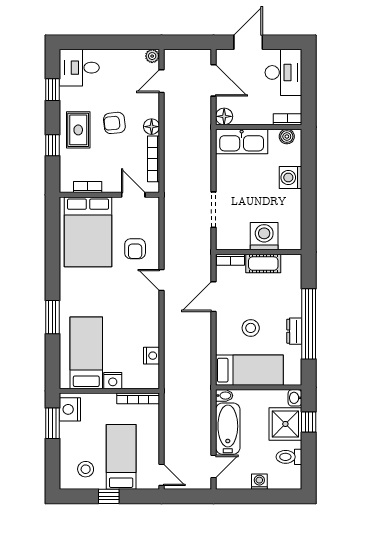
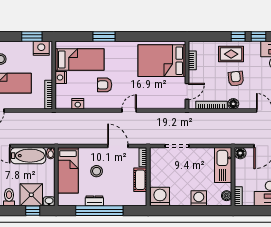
window: (52, 145) -> (238, 37), moved
washing machine: (264, 236) -> (160, 196), moved, turned -90
armchair: (135, 249) -> (105, 85), moved

